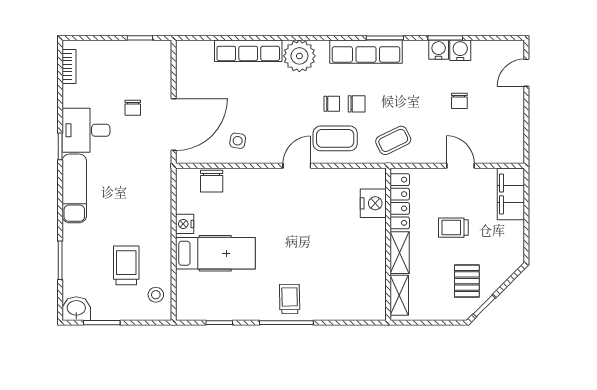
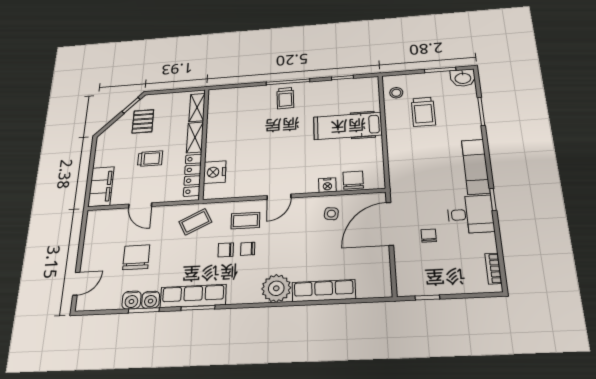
row of seats: (366, 52) -> (193, 296), moved
chair: (459, 101) -> (136, 257), width x1.87, depth x1.87
coffee table: (335, 138) -> (245, 221), width x0.73, depth x0.77
nightstand: (185, 224) -> (327, 185), moved, turned 90

